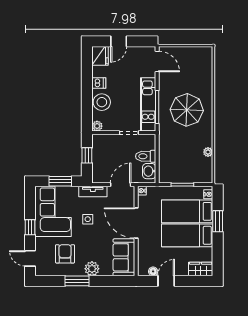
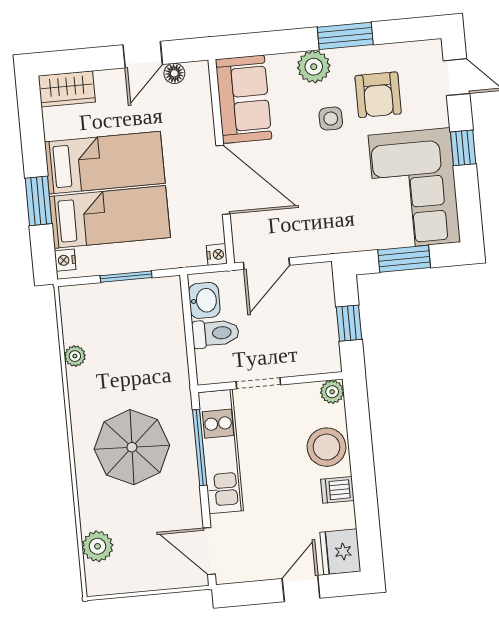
plant: (206, 68) -> (98, 546), added
tv unit: (93, 192) -> (328, 242), removed
side table: (88, 219) -> (331, 119), moved

